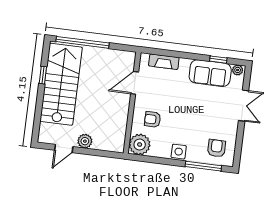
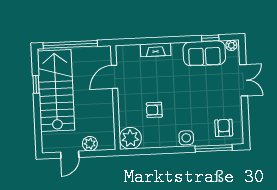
door: (135, 83) -> (114, 77), moved
wall: (132, 103) -> (115, 98), moved
plant: (140, 144) -> (130, 138), moved

